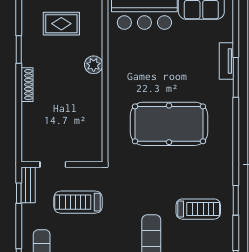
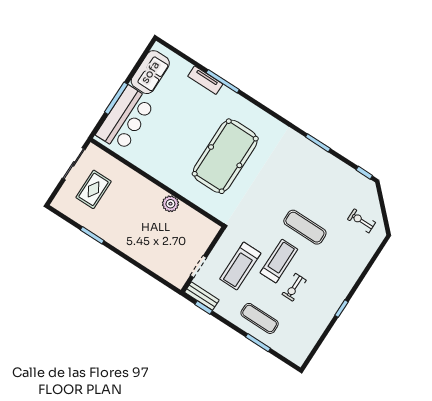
plant: (94, 65) -> (170, 204), moved
shoe rack: (27, 85) -> (123, 247), removed
treadmill: (198, 209) -> (279, 261), moved

